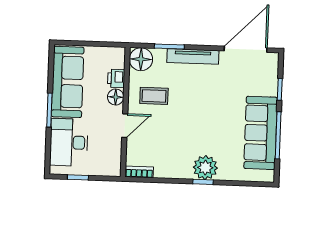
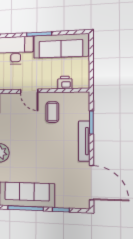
floor lamp: (141, 59) -> (80, 101), removed
floor lamp: (116, 97) -> (51, 83), removed

